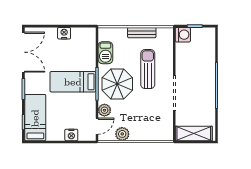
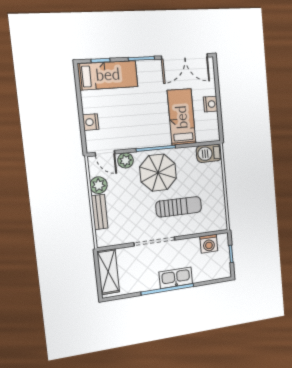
bench: (142, 33) -> (99, 212), moved
washing machine: (183, 35) -> (209, 244), moved
barbecue: (105, 53) -> (209, 153), moved
kitchen sink: (208, 77) -> (176, 278), added
bed: (73, 82) -> (182, 117), moved

